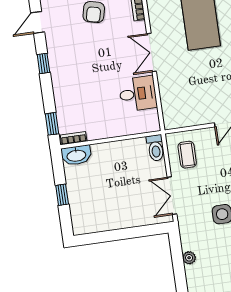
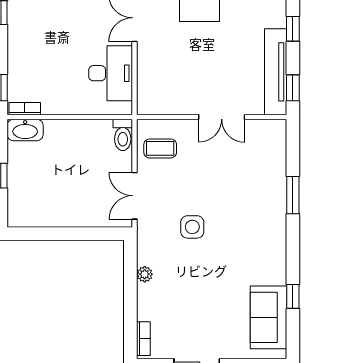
desk: (138, 94) -> (111, 73), width x1.37
coffee table: (187, 155) -> (160, 148), turned 90

